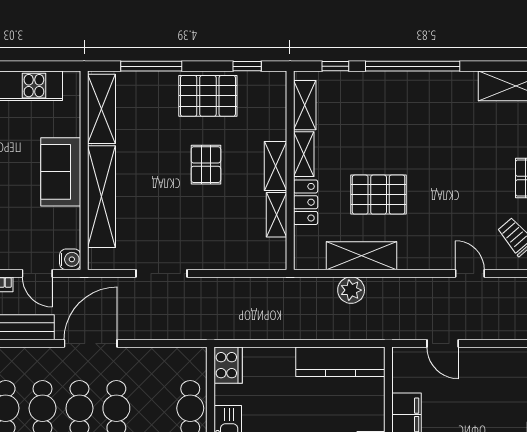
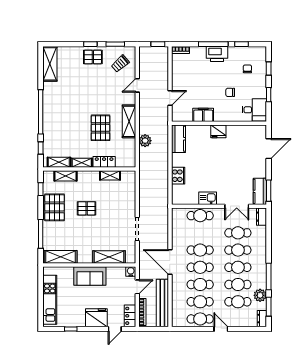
shelving: (275, 166) -> (65, 176), moved
shelving: (102, 197) -> (109, 257), width x0.68
shelving: (362, 256) -> (129, 121), moved
kitchen counter: (340, 362) -> (178, 139), width x0.67
cooker: (228, 365) -> (178, 176), moved, turned 90

